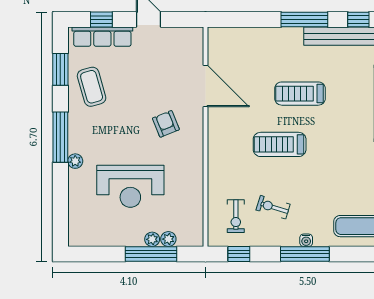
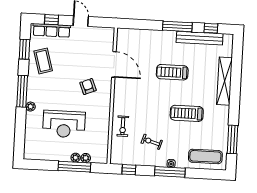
treadmill: (280, 144) -> (187, 113), moved
exercise bike: (236, 216) -> (123, 126), moved

